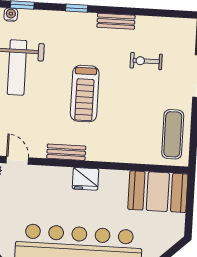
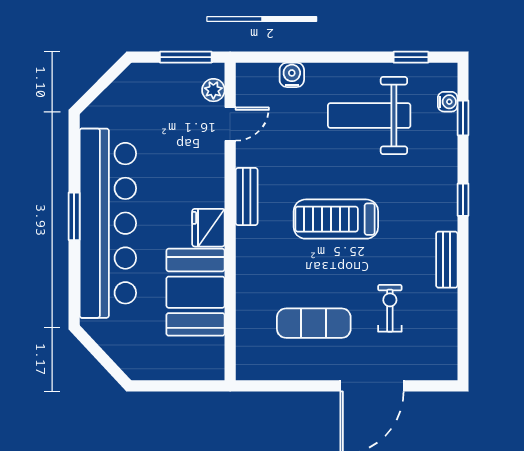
exercise mat: (173, 134) -> (314, 323), moved
booth: (158, 192) -> (196, 292), moved

